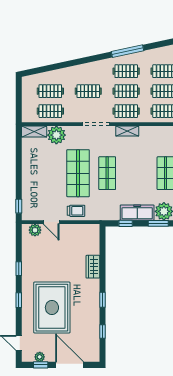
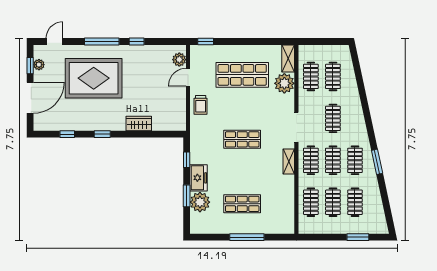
window: (128, 51) -> (377, 162), width x0.69
shop shelf: (78, 173) -> (242, 75), moved
freezer: (137, 213) -> (199, 178), width x0.71
window: (19, 300) -> (102, 41), width x2.17

